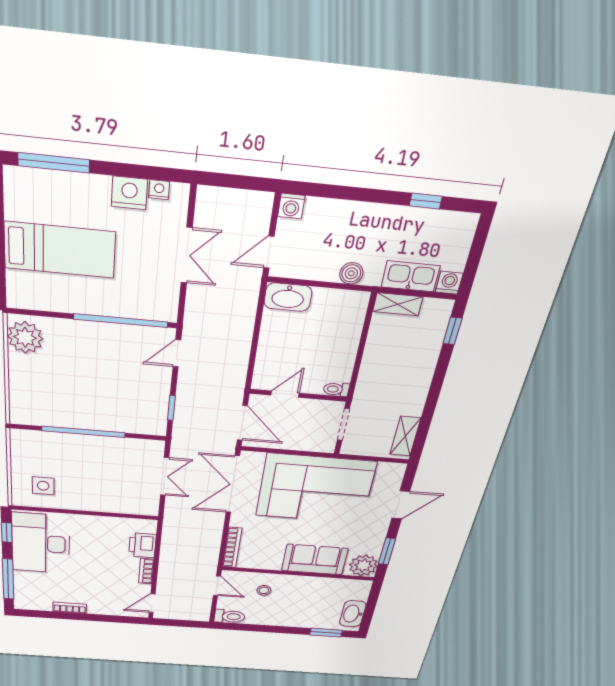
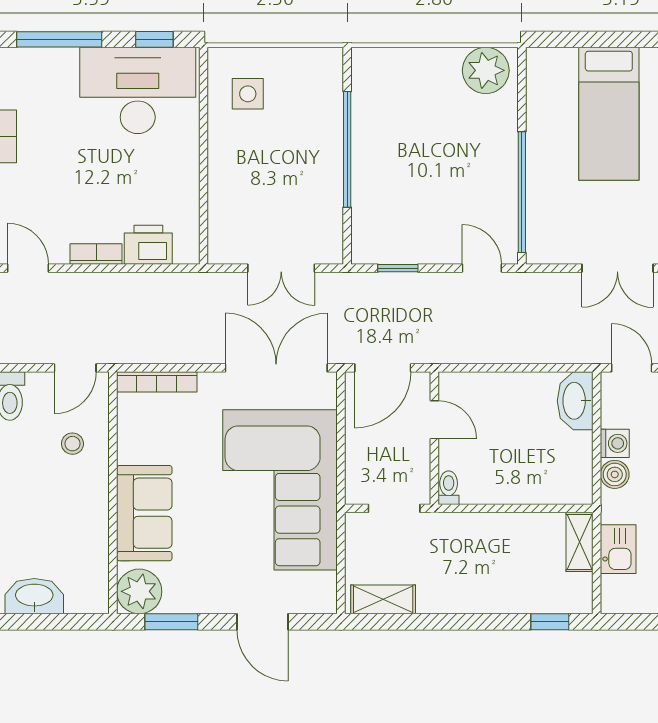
kitchen sink: (411, 276) -> (618, 549), width x0.73
washing machine: (449, 283) -> (615, 443), moved

